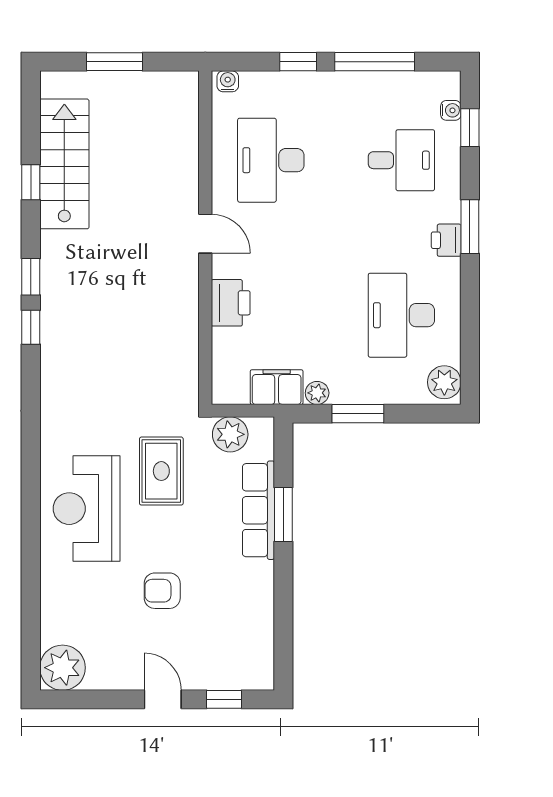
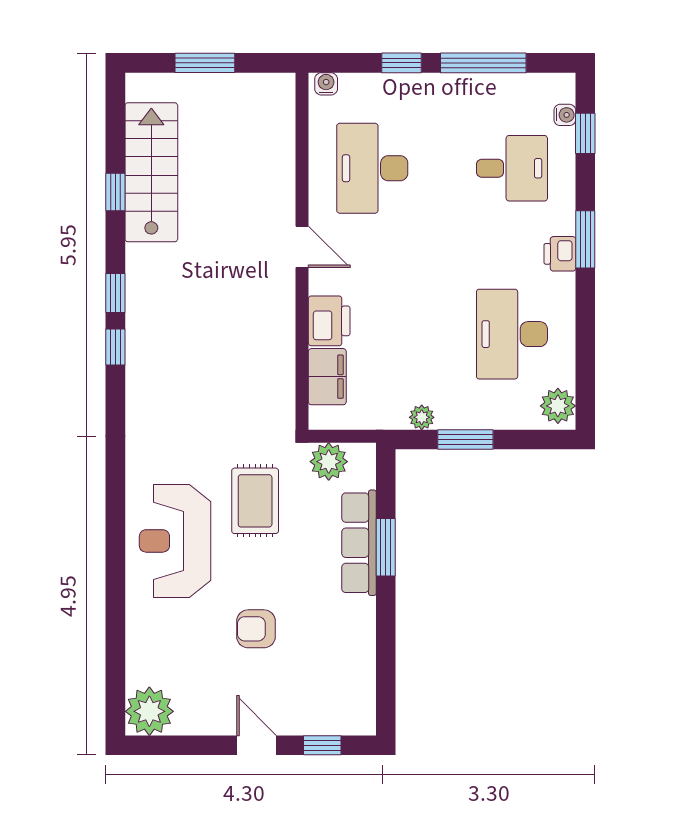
filing cabinet: (277, 387) -> (327, 377), moved, turned 90

